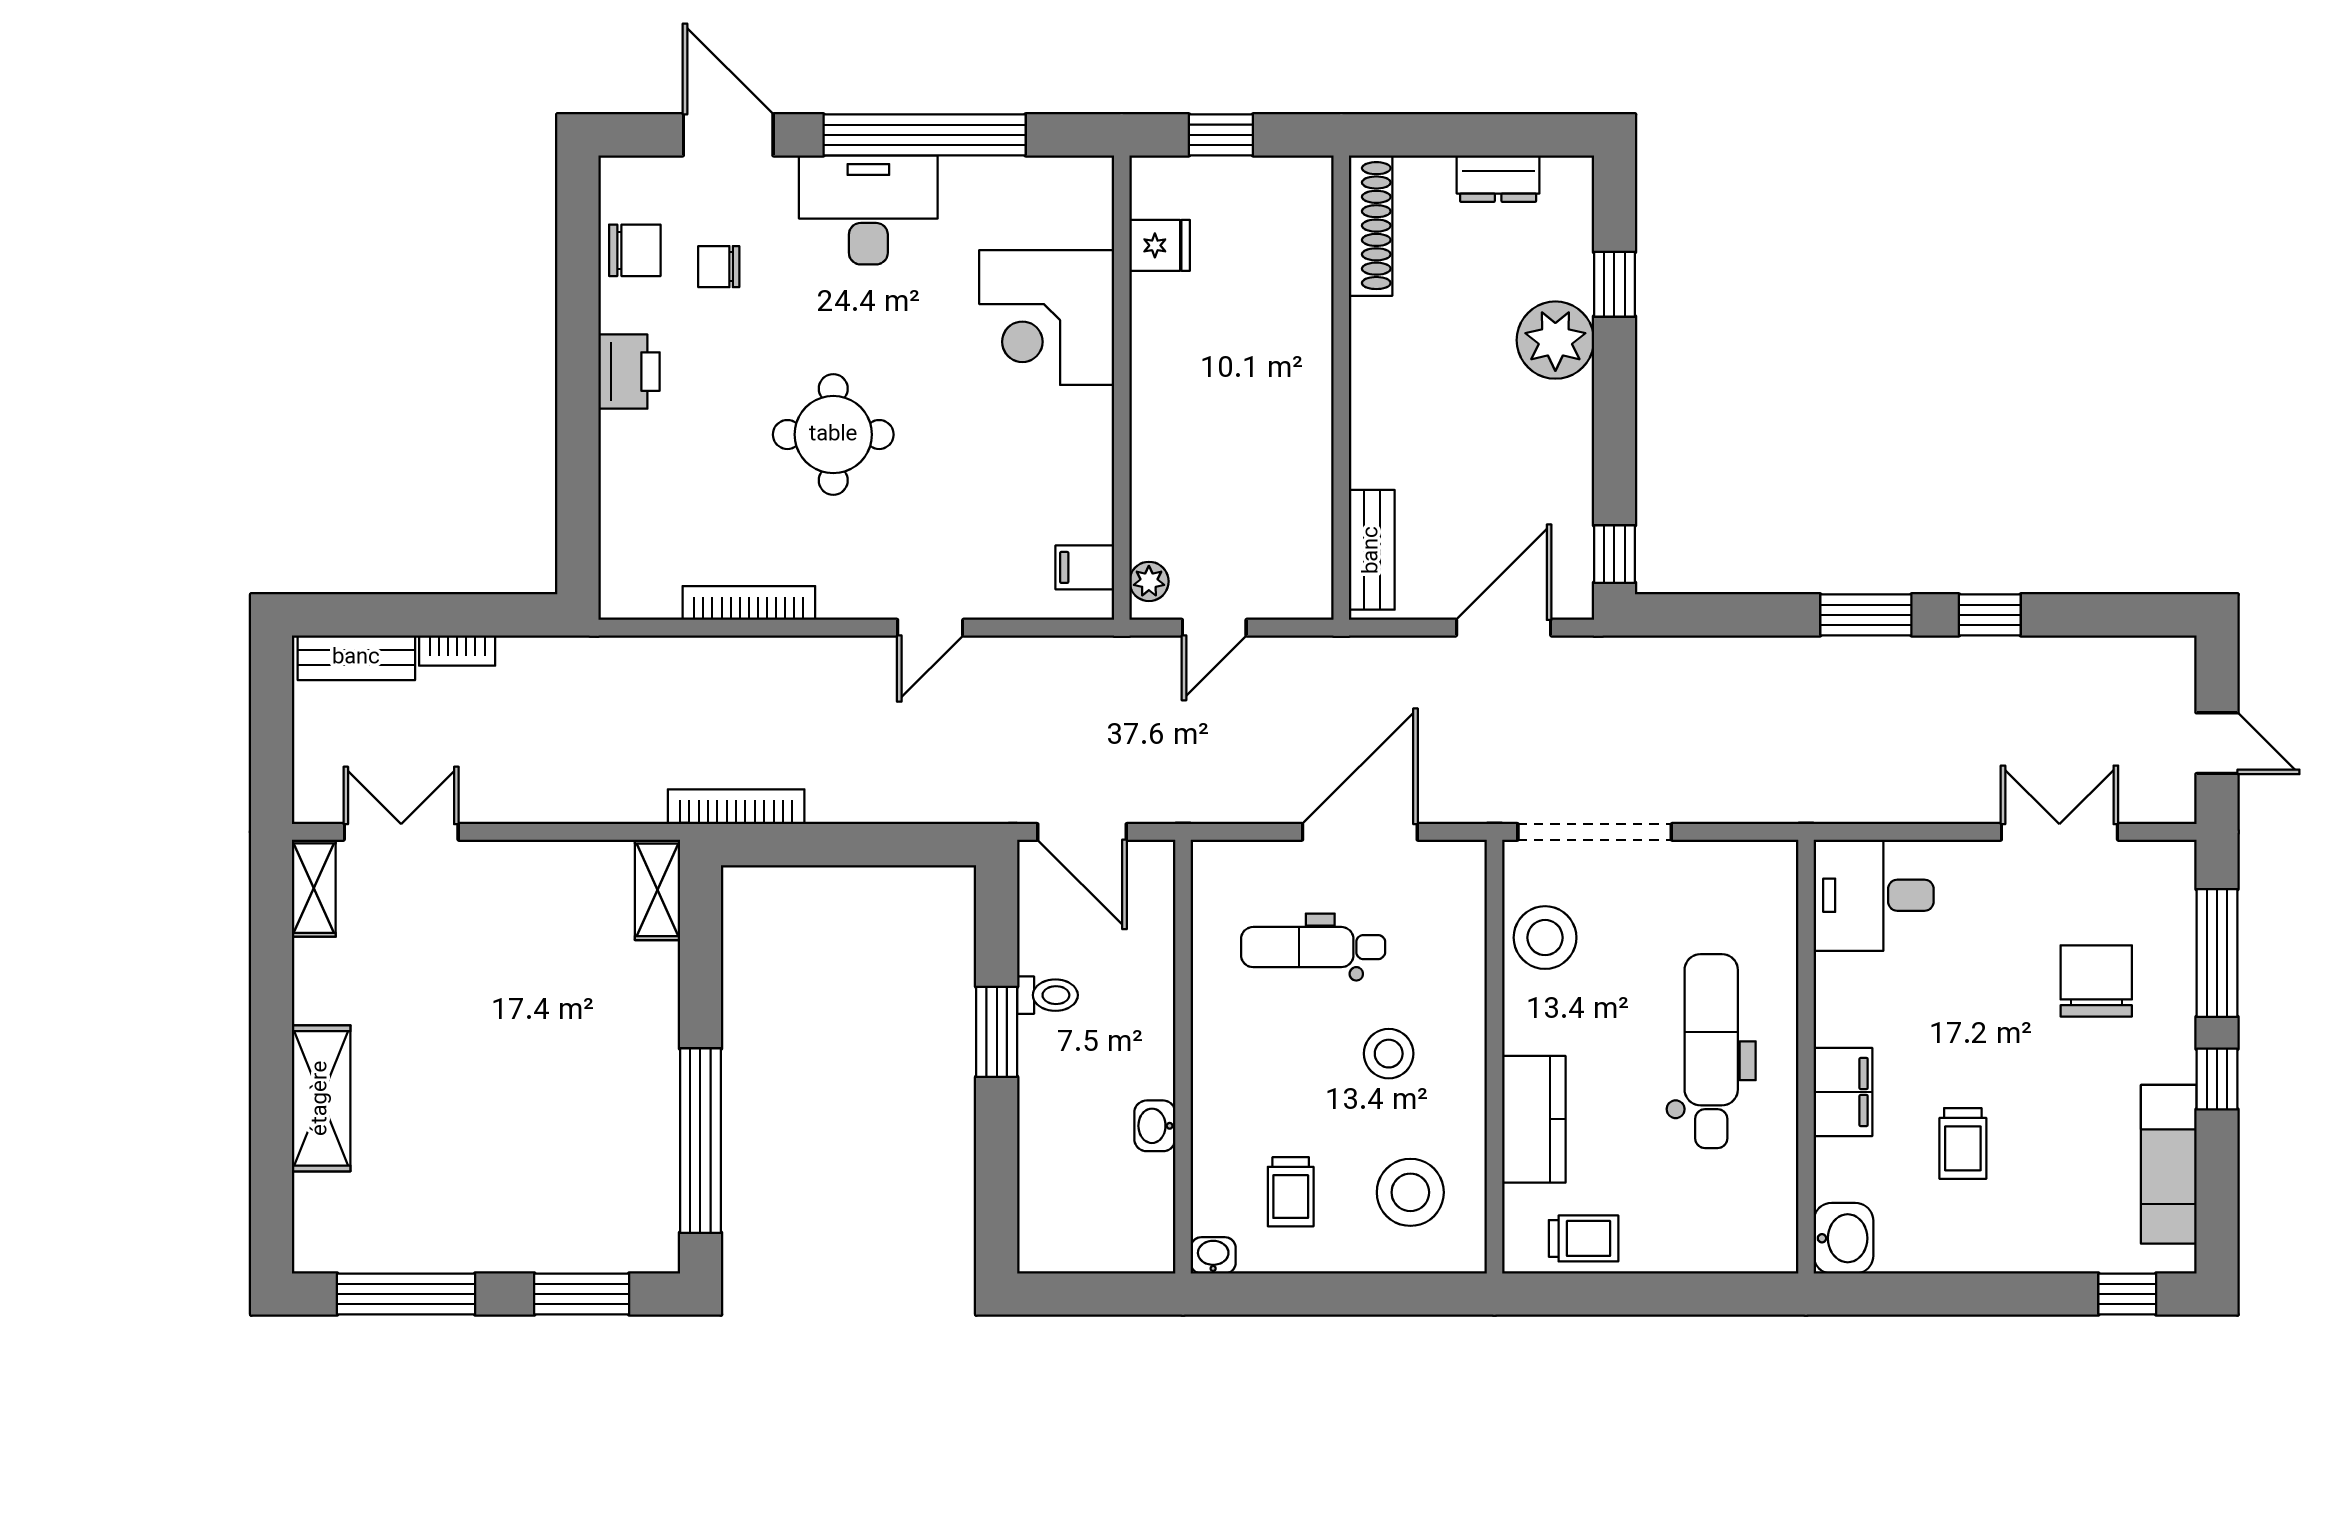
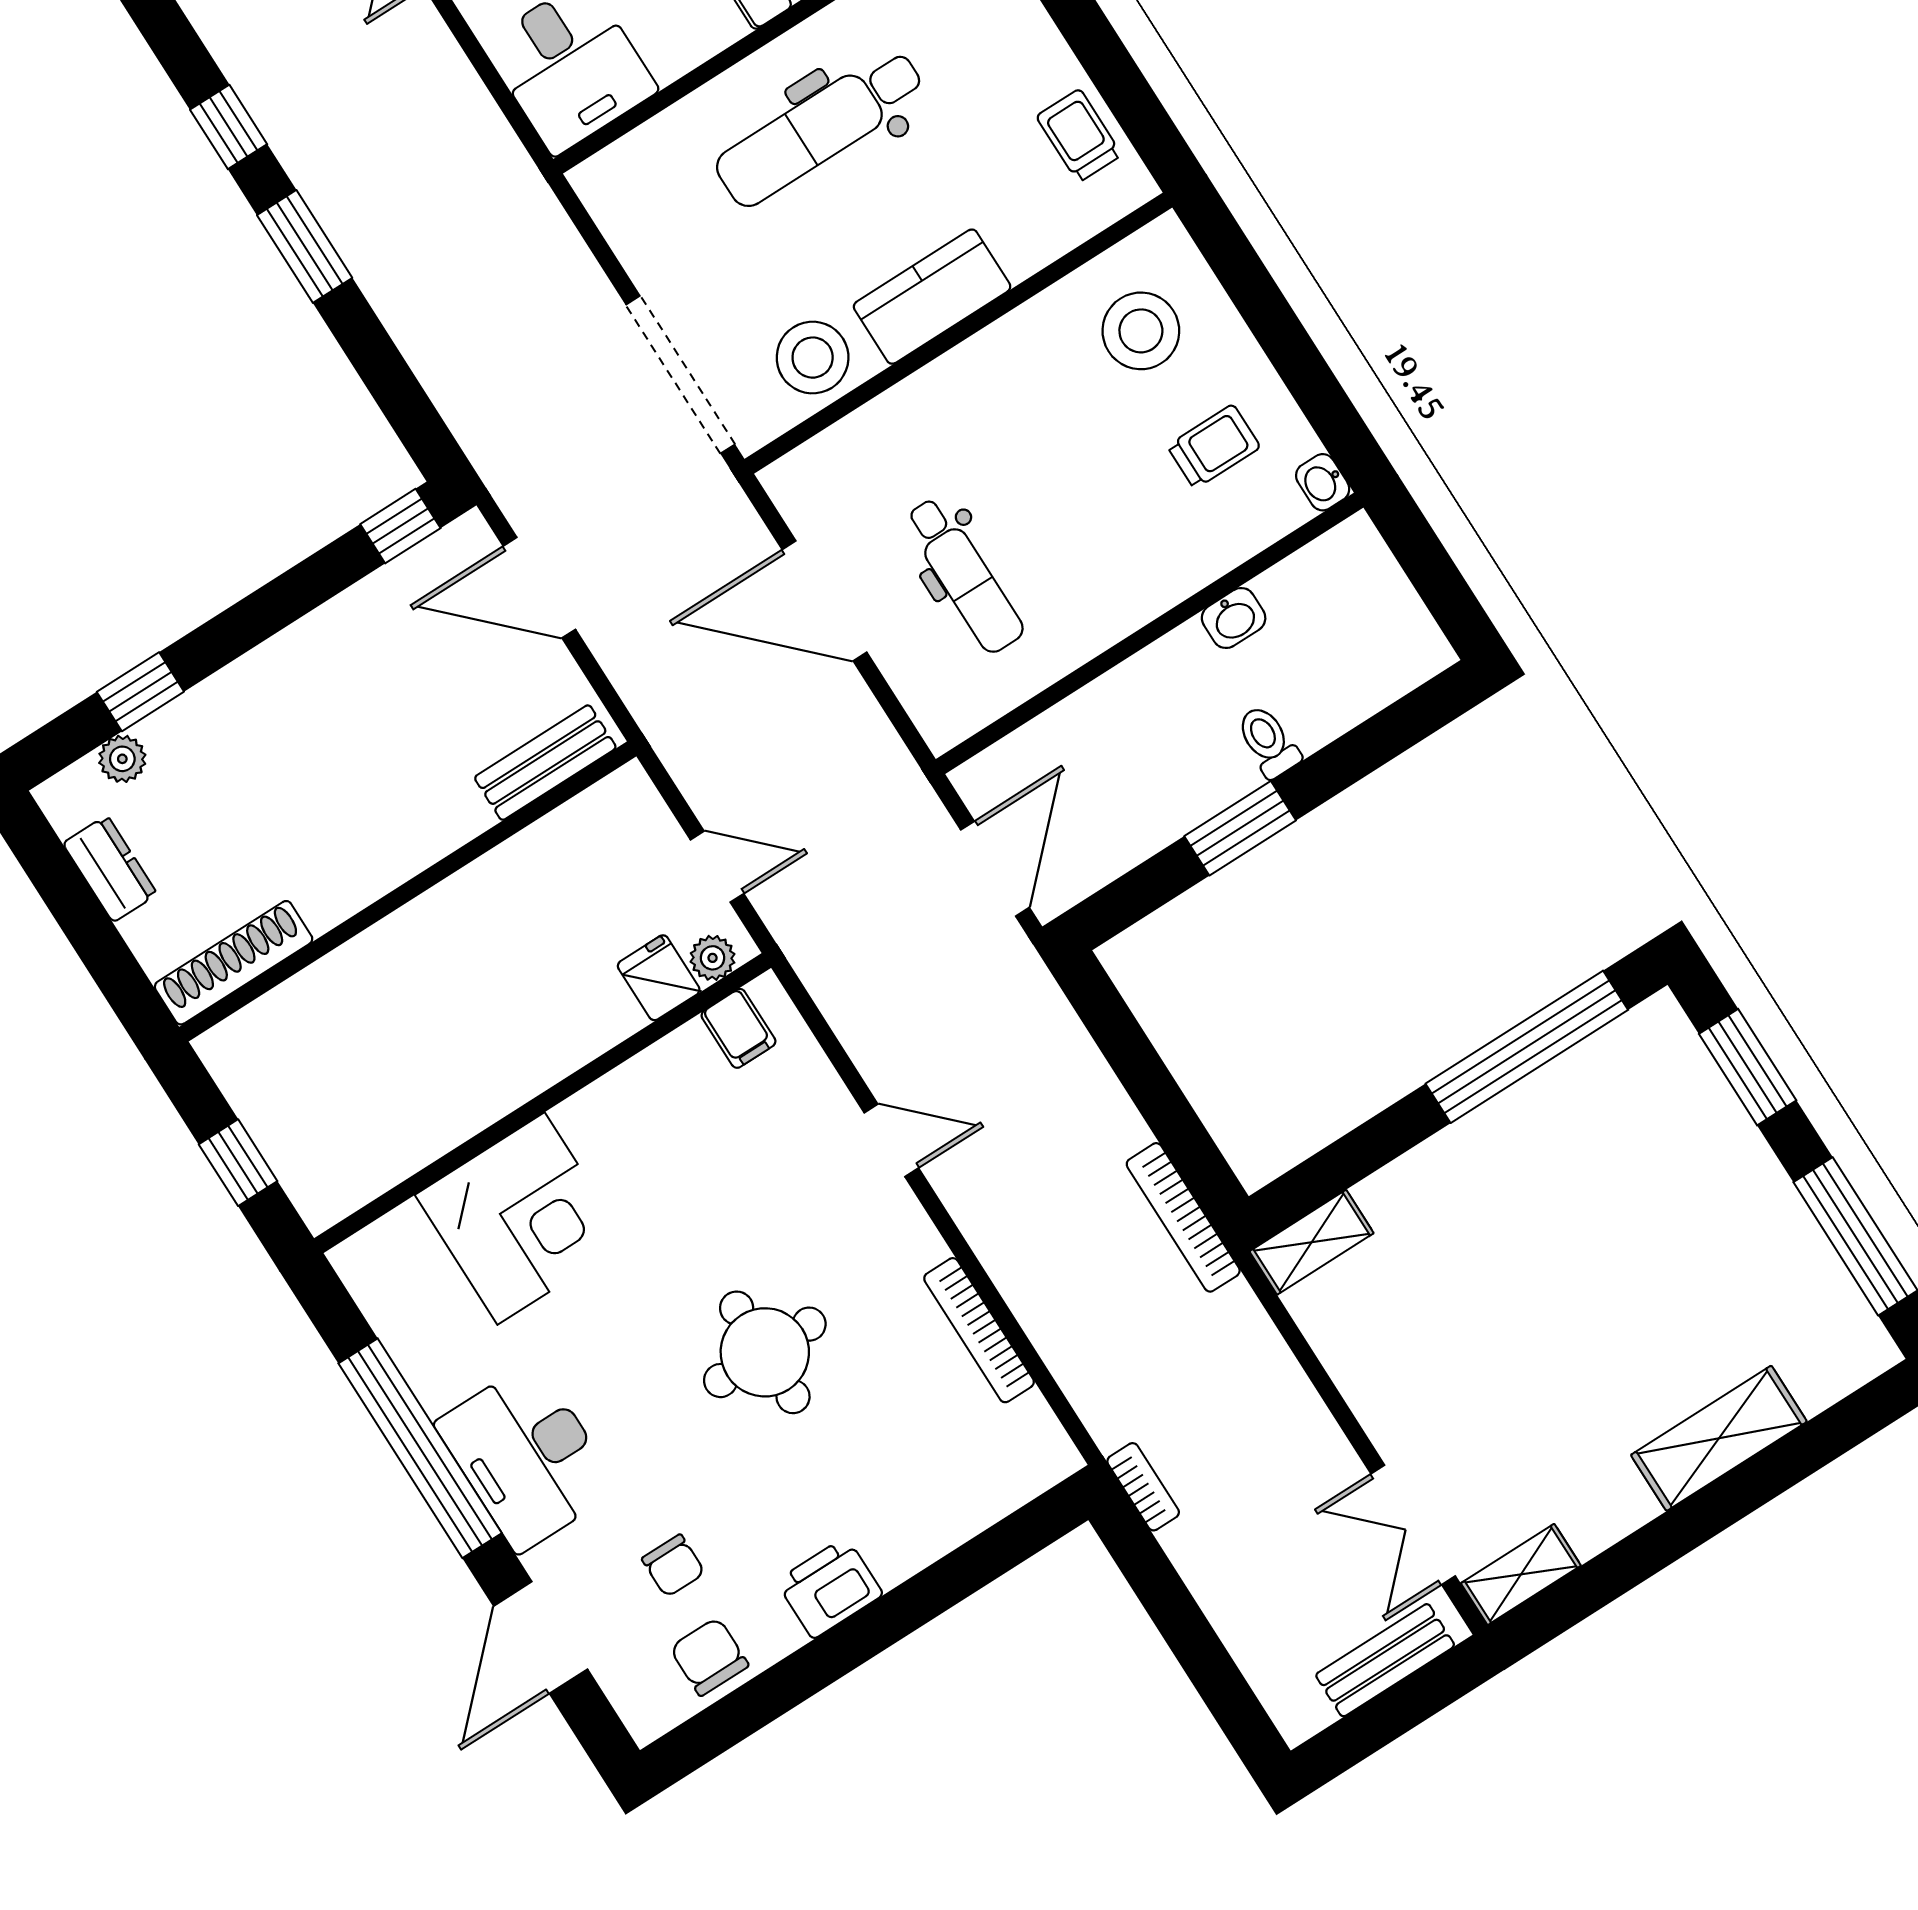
fridge: (1160, 245) -> (659, 978), moved
plant: (1555, 340) -> (122, 759), moved, width x0.53, depth x0.53
bookcase: (457, 651) -> (1143, 1487), moved
bench: (356, 658) -> (1385, 1660), moved, turned 90
toilet: (1047, 995) -> (1268, 741), moved
stool: (1389, 1054) -> (1020, 437), removed
kitchen counter: (1534, 1119) -> (932, 297), moved

